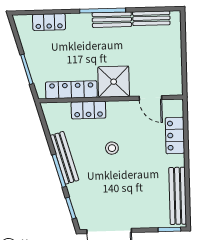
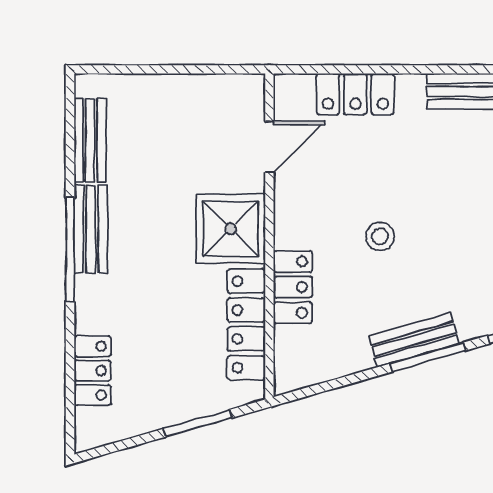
bench: (64, 158) -> (414, 340), width x0.73

